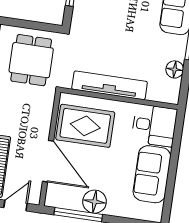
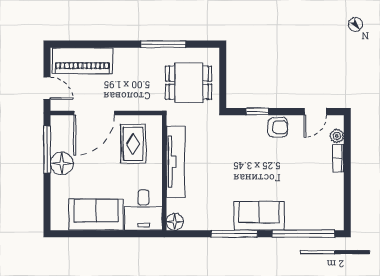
floor lamp: (175, 69) -> (175, 222), moved
rug: (85, 126) -> (133, 144), width x0.73, depth x0.70

